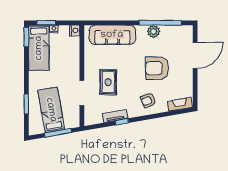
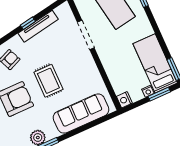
rug: (108, 82) -> (48, 81), moved
tv unit: (115, 116) -> (38, 26), width x1.41

